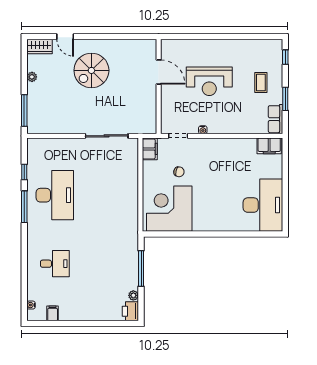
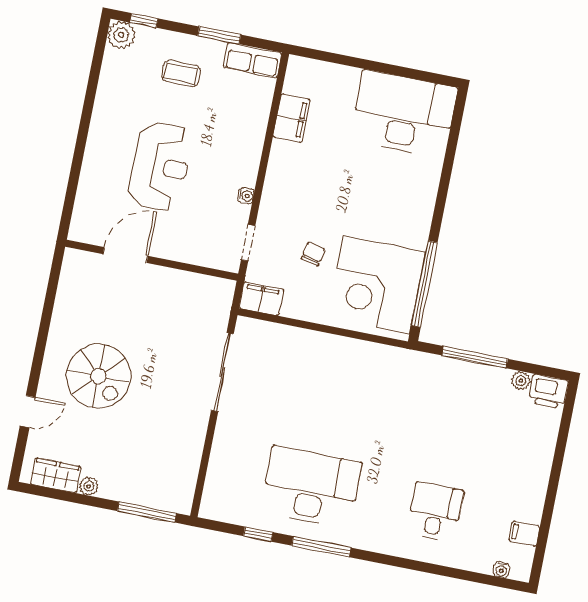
wardrobe: (39, 47) -> (56, 475), moved, turned -90
plant: (275, 47) -> (121, 35), added
filing cabinet: (269, 146) -> (291, 118), moved
window: (175, 234) -> (424, 284), added

